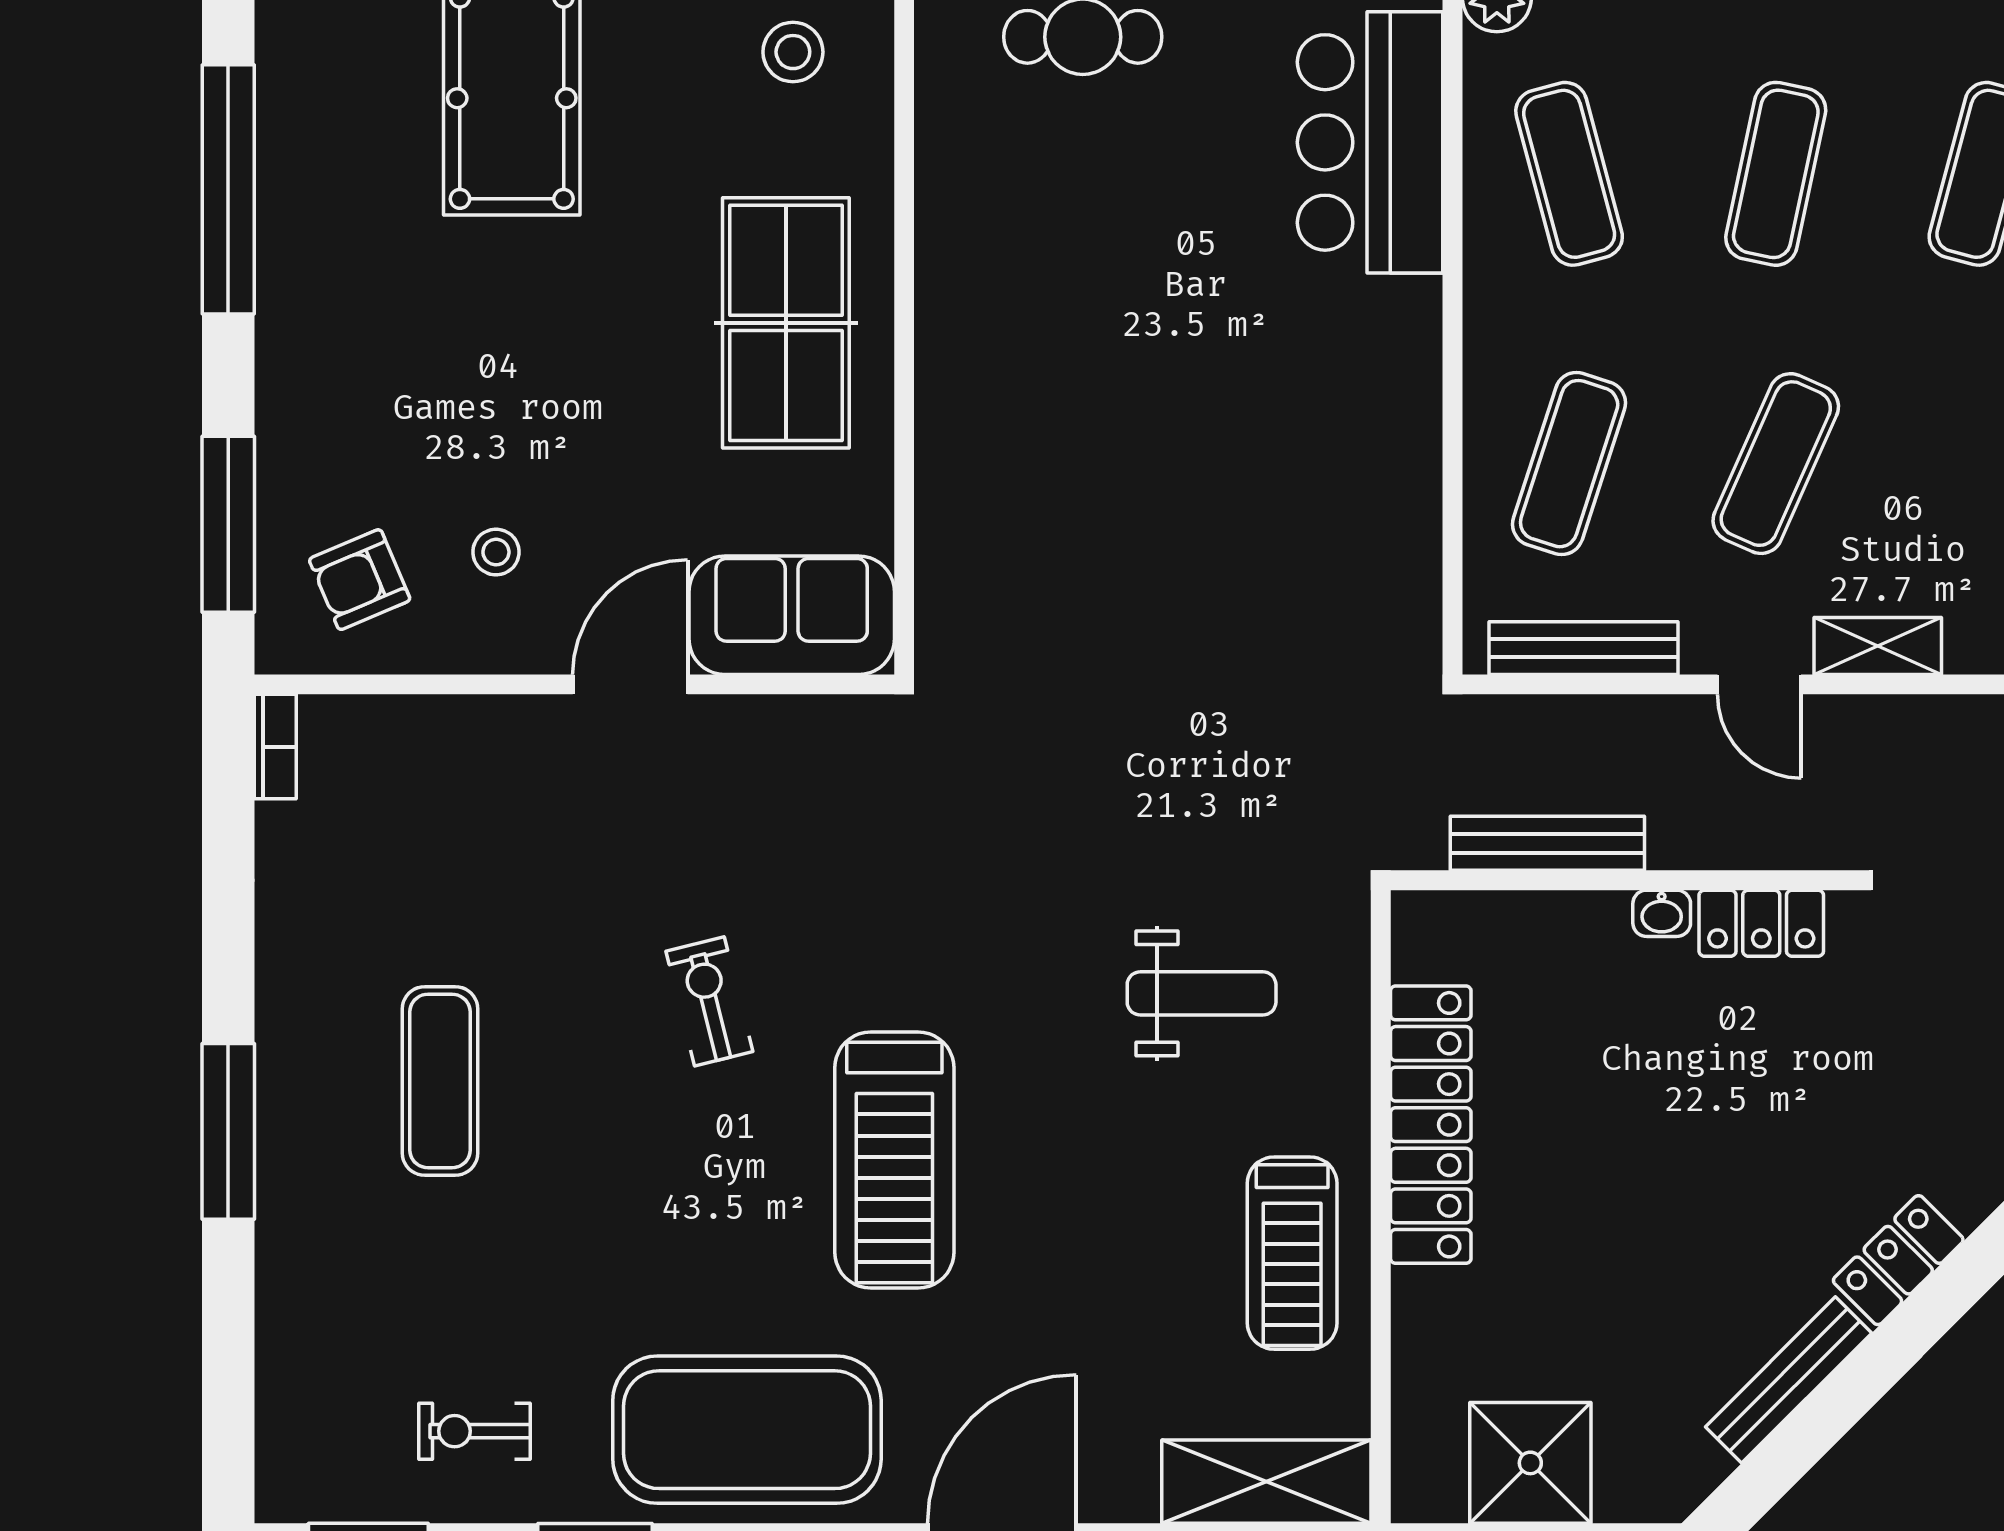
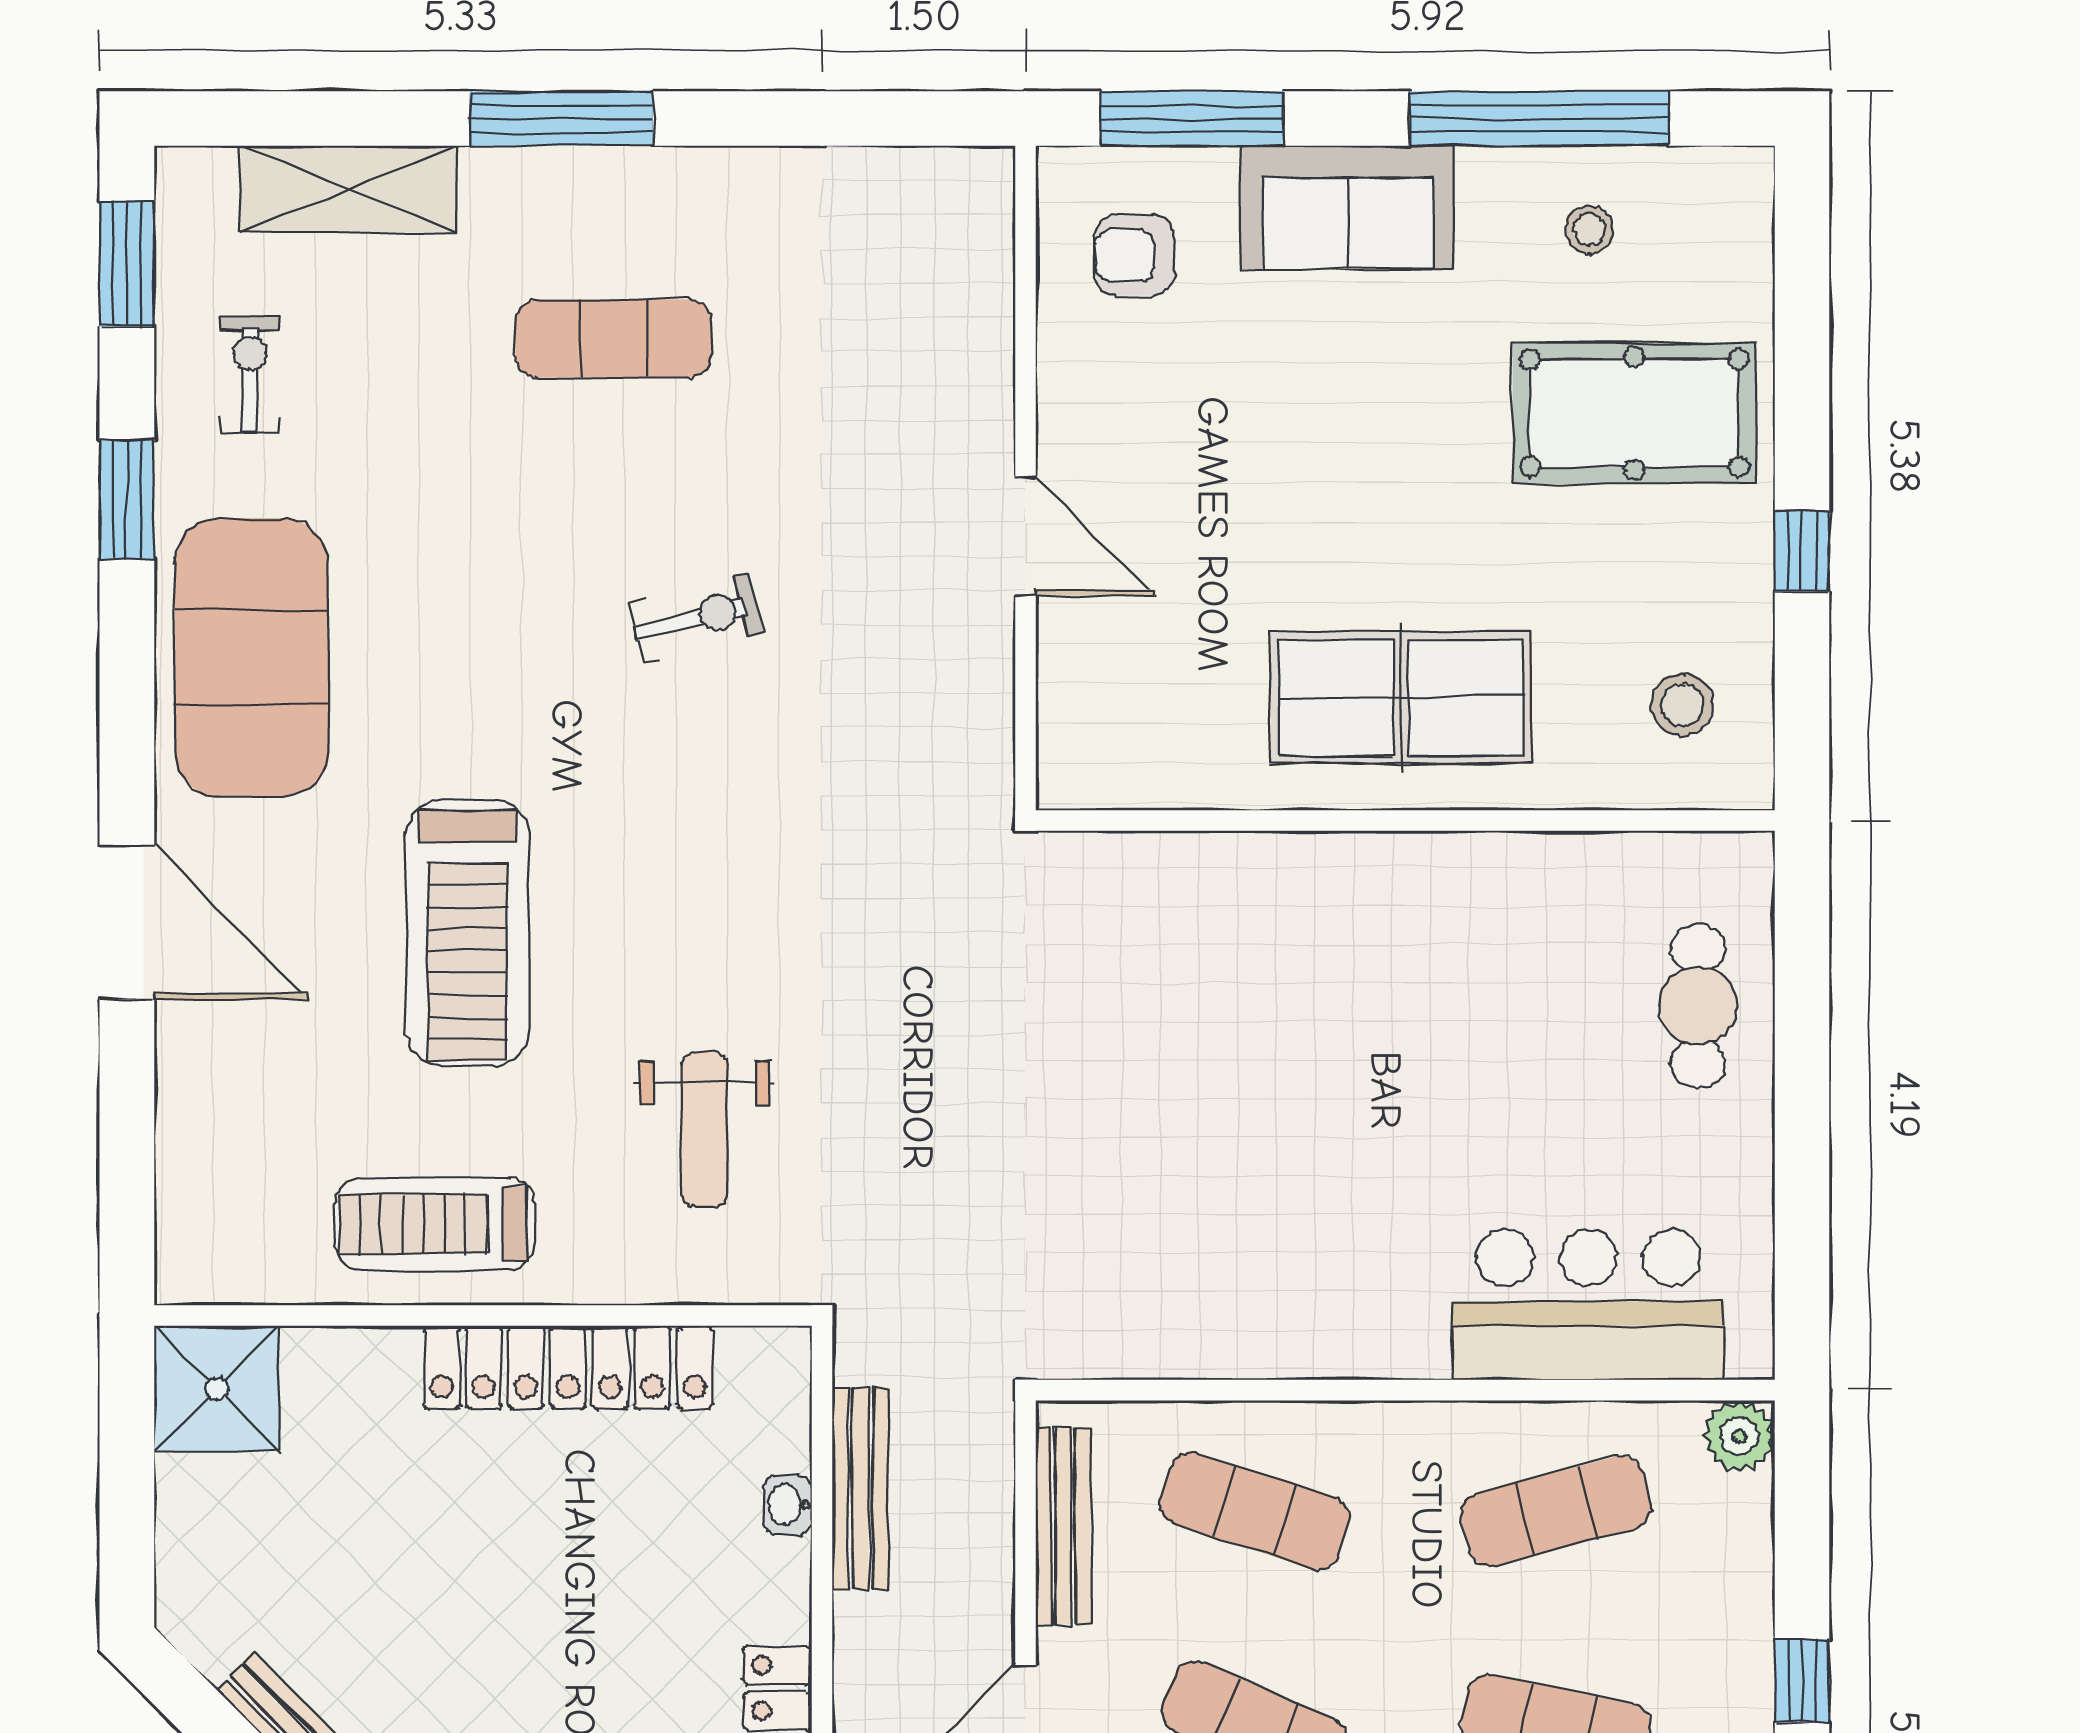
stool: (496, 552) -> (1589, 230), moved
armchair: (360, 580) -> (1134, 255), turned -67
sofa: (792, 615) -> (1348, 207), moved, turned 90
bookcase: (275, 747) -> (961, 167), removed
washbasin: (1662, 913) -> (788, 1505), moved
treadmill: (894, 1160) -> (467, 933), moved, turned -90
shower: (1530, 1463) -> (217, 1389), moved
shelving: (1266, 1482) -> (349, 189), moved, turned 90

